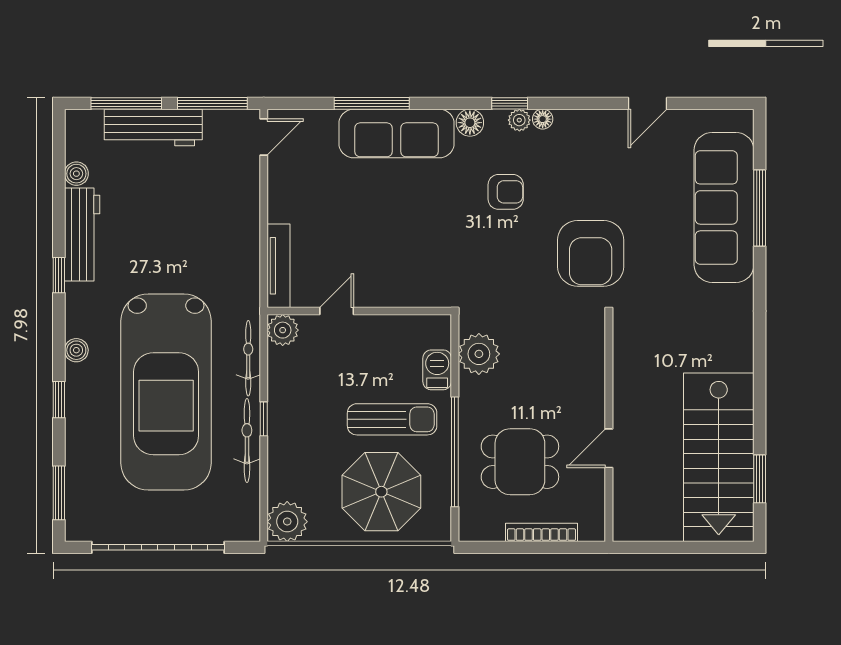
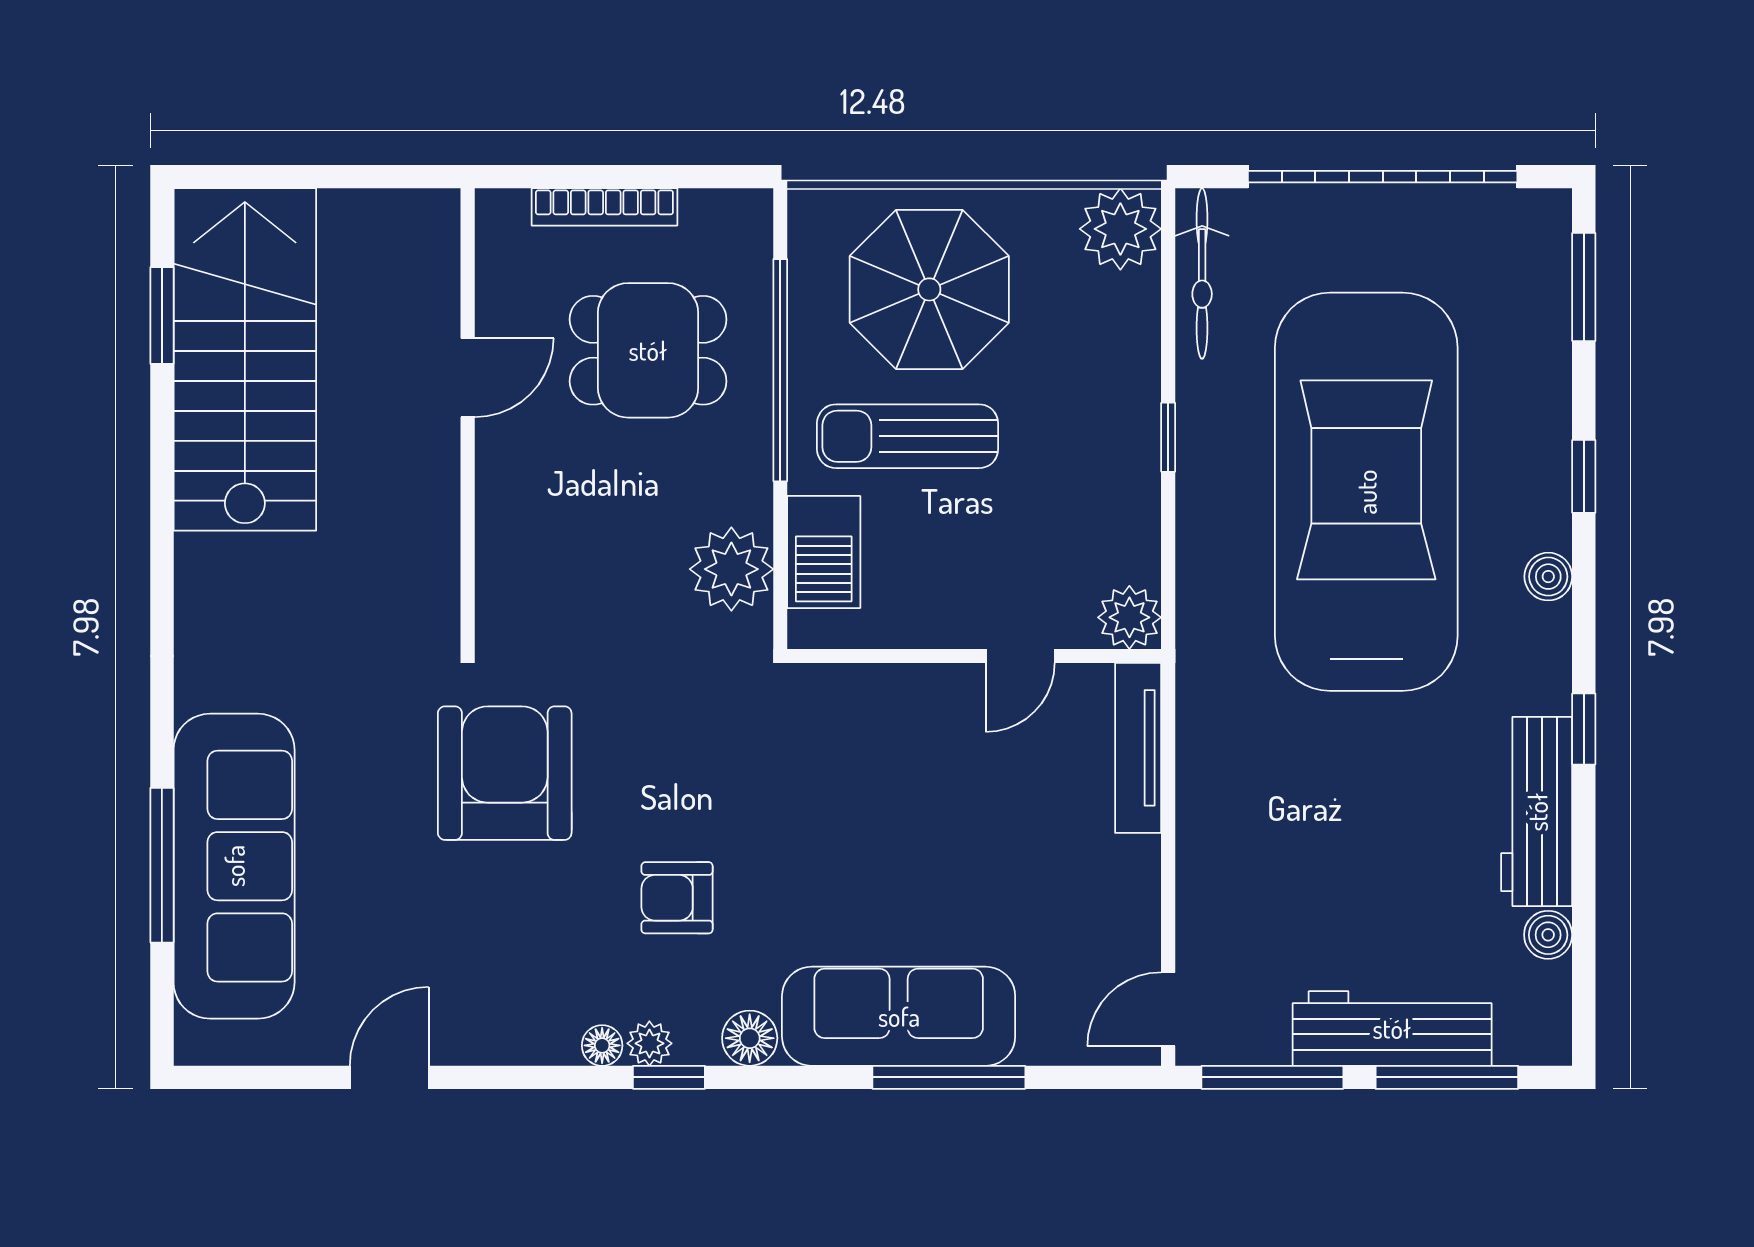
bicycle: (248, 358) -> (1199, 560), removed
barbecue: (437, 370) -> (824, 552), width x1.38, depth x1.27
bicycle: (247, 440) -> (1202, 274), moved

